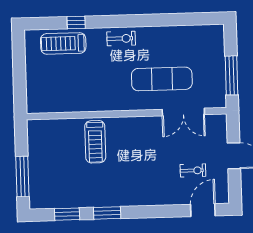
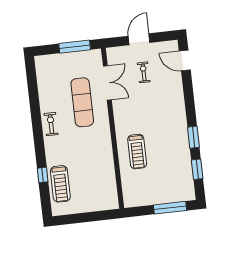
exercise bike: (121, 39) -> (51, 124), moved
treadmill: (95, 142) -> (137, 152), turned 90
exercise bike: (193, 170) -> (144, 72), moved

